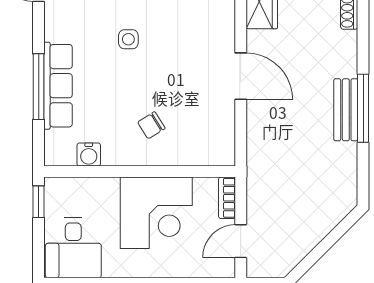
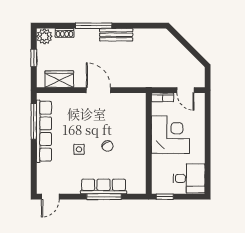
door: (241, 76) -> (98, 90), hinge flipped
window: (363, 108) -> (94, 26), moved
chair: (151, 125) -> (108, 146), moved
water cooler: (89, 155) -> (140, 170), removed

